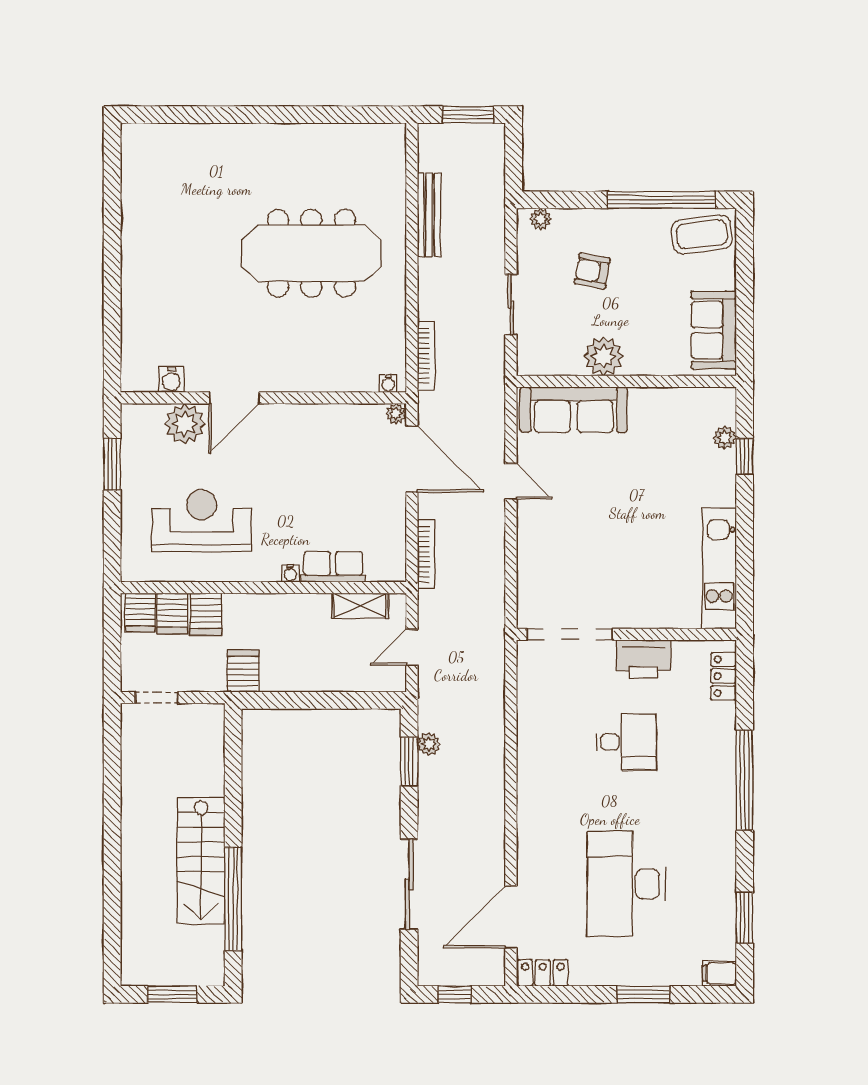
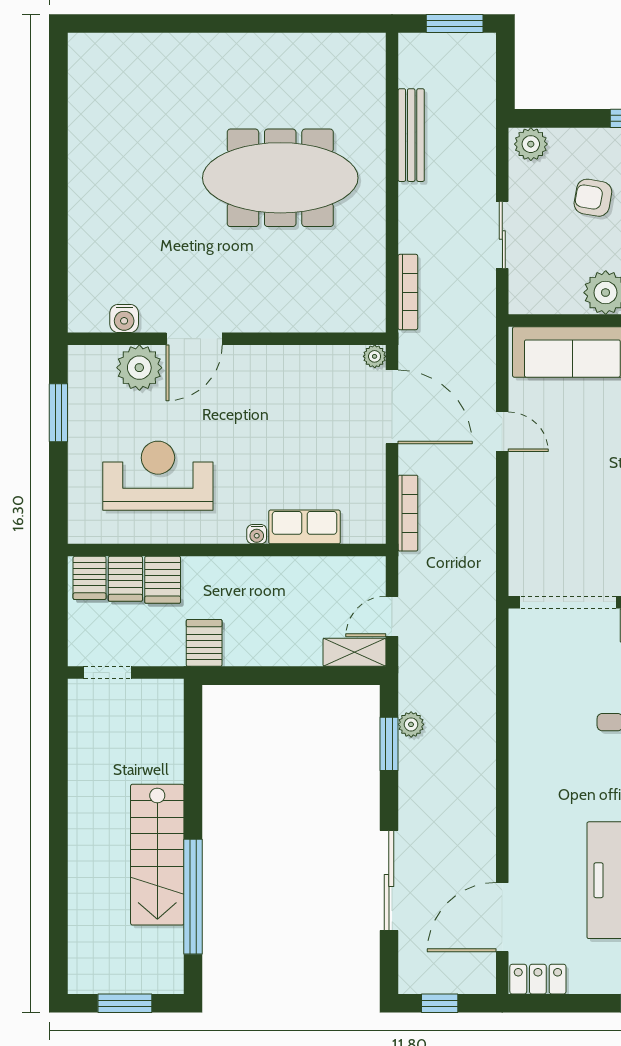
plant: (540, 219) -> (531, 144), width x1.38, depth x1.38
water cooler: (388, 383) -> (366, 323), removed
shelving: (360, 606) -> (355, 652), moved

